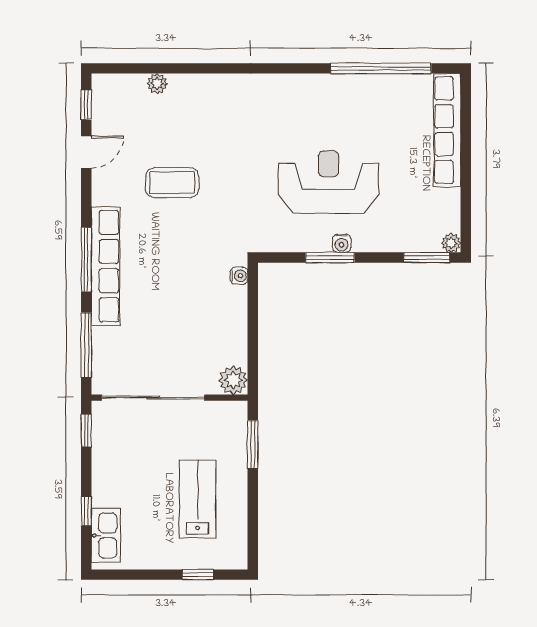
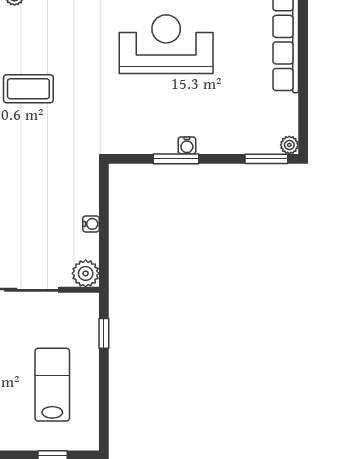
reception desk: (329, 182) -> (166, 44), moved
water cooler: (239, 276) -> (91, 224), moved
window: (253, 444) -> (104, 333), width x0.67

